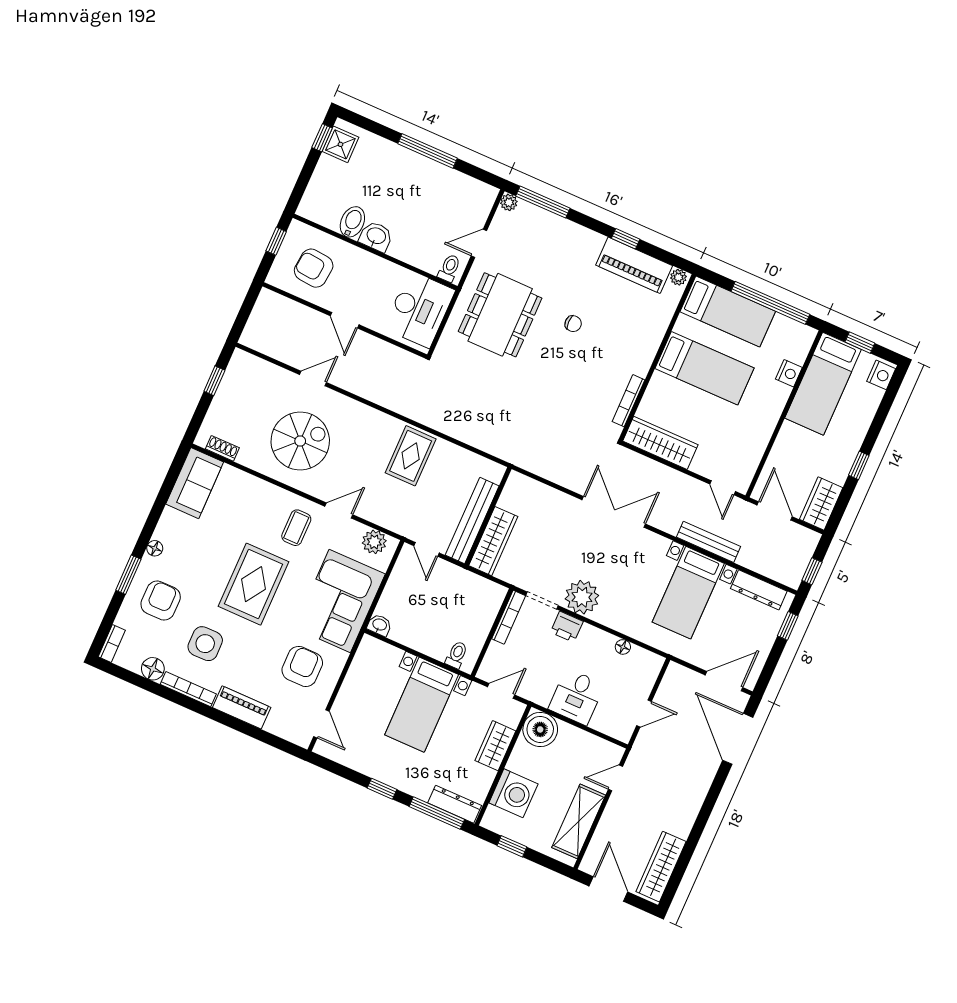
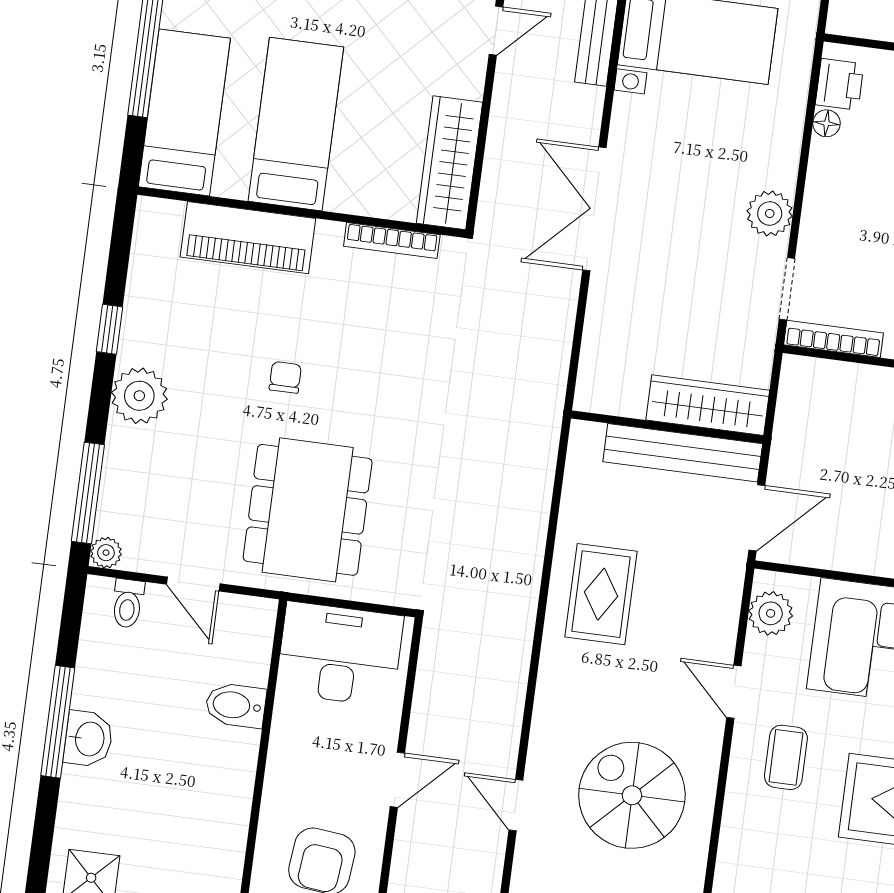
bidet: (352, 222) -> (236, 705), moved
washbasin: (376, 236) -> (88, 739), moved, turned 180
piano: (634, 265) -> (248, 238), moved, turned 90
toilet: (449, 268) -> (128, 603), moved, turned -90
plant: (678, 277) -> (139, 396), moved, width x1.87, depth x1.87
dining table: (500, 315) -> (308, 510), turned 90
rug: (411, 456) -> (601, 594), turned 90
coffee table: (296, 528) -> (786, 757), turned 90
door: (427, 549) -> (757, 518), width x1.38
plant: (582, 597) -> (770, 213), width x0.73, depth x0.73
printer: (567, 627) -> (840, 84), moved

